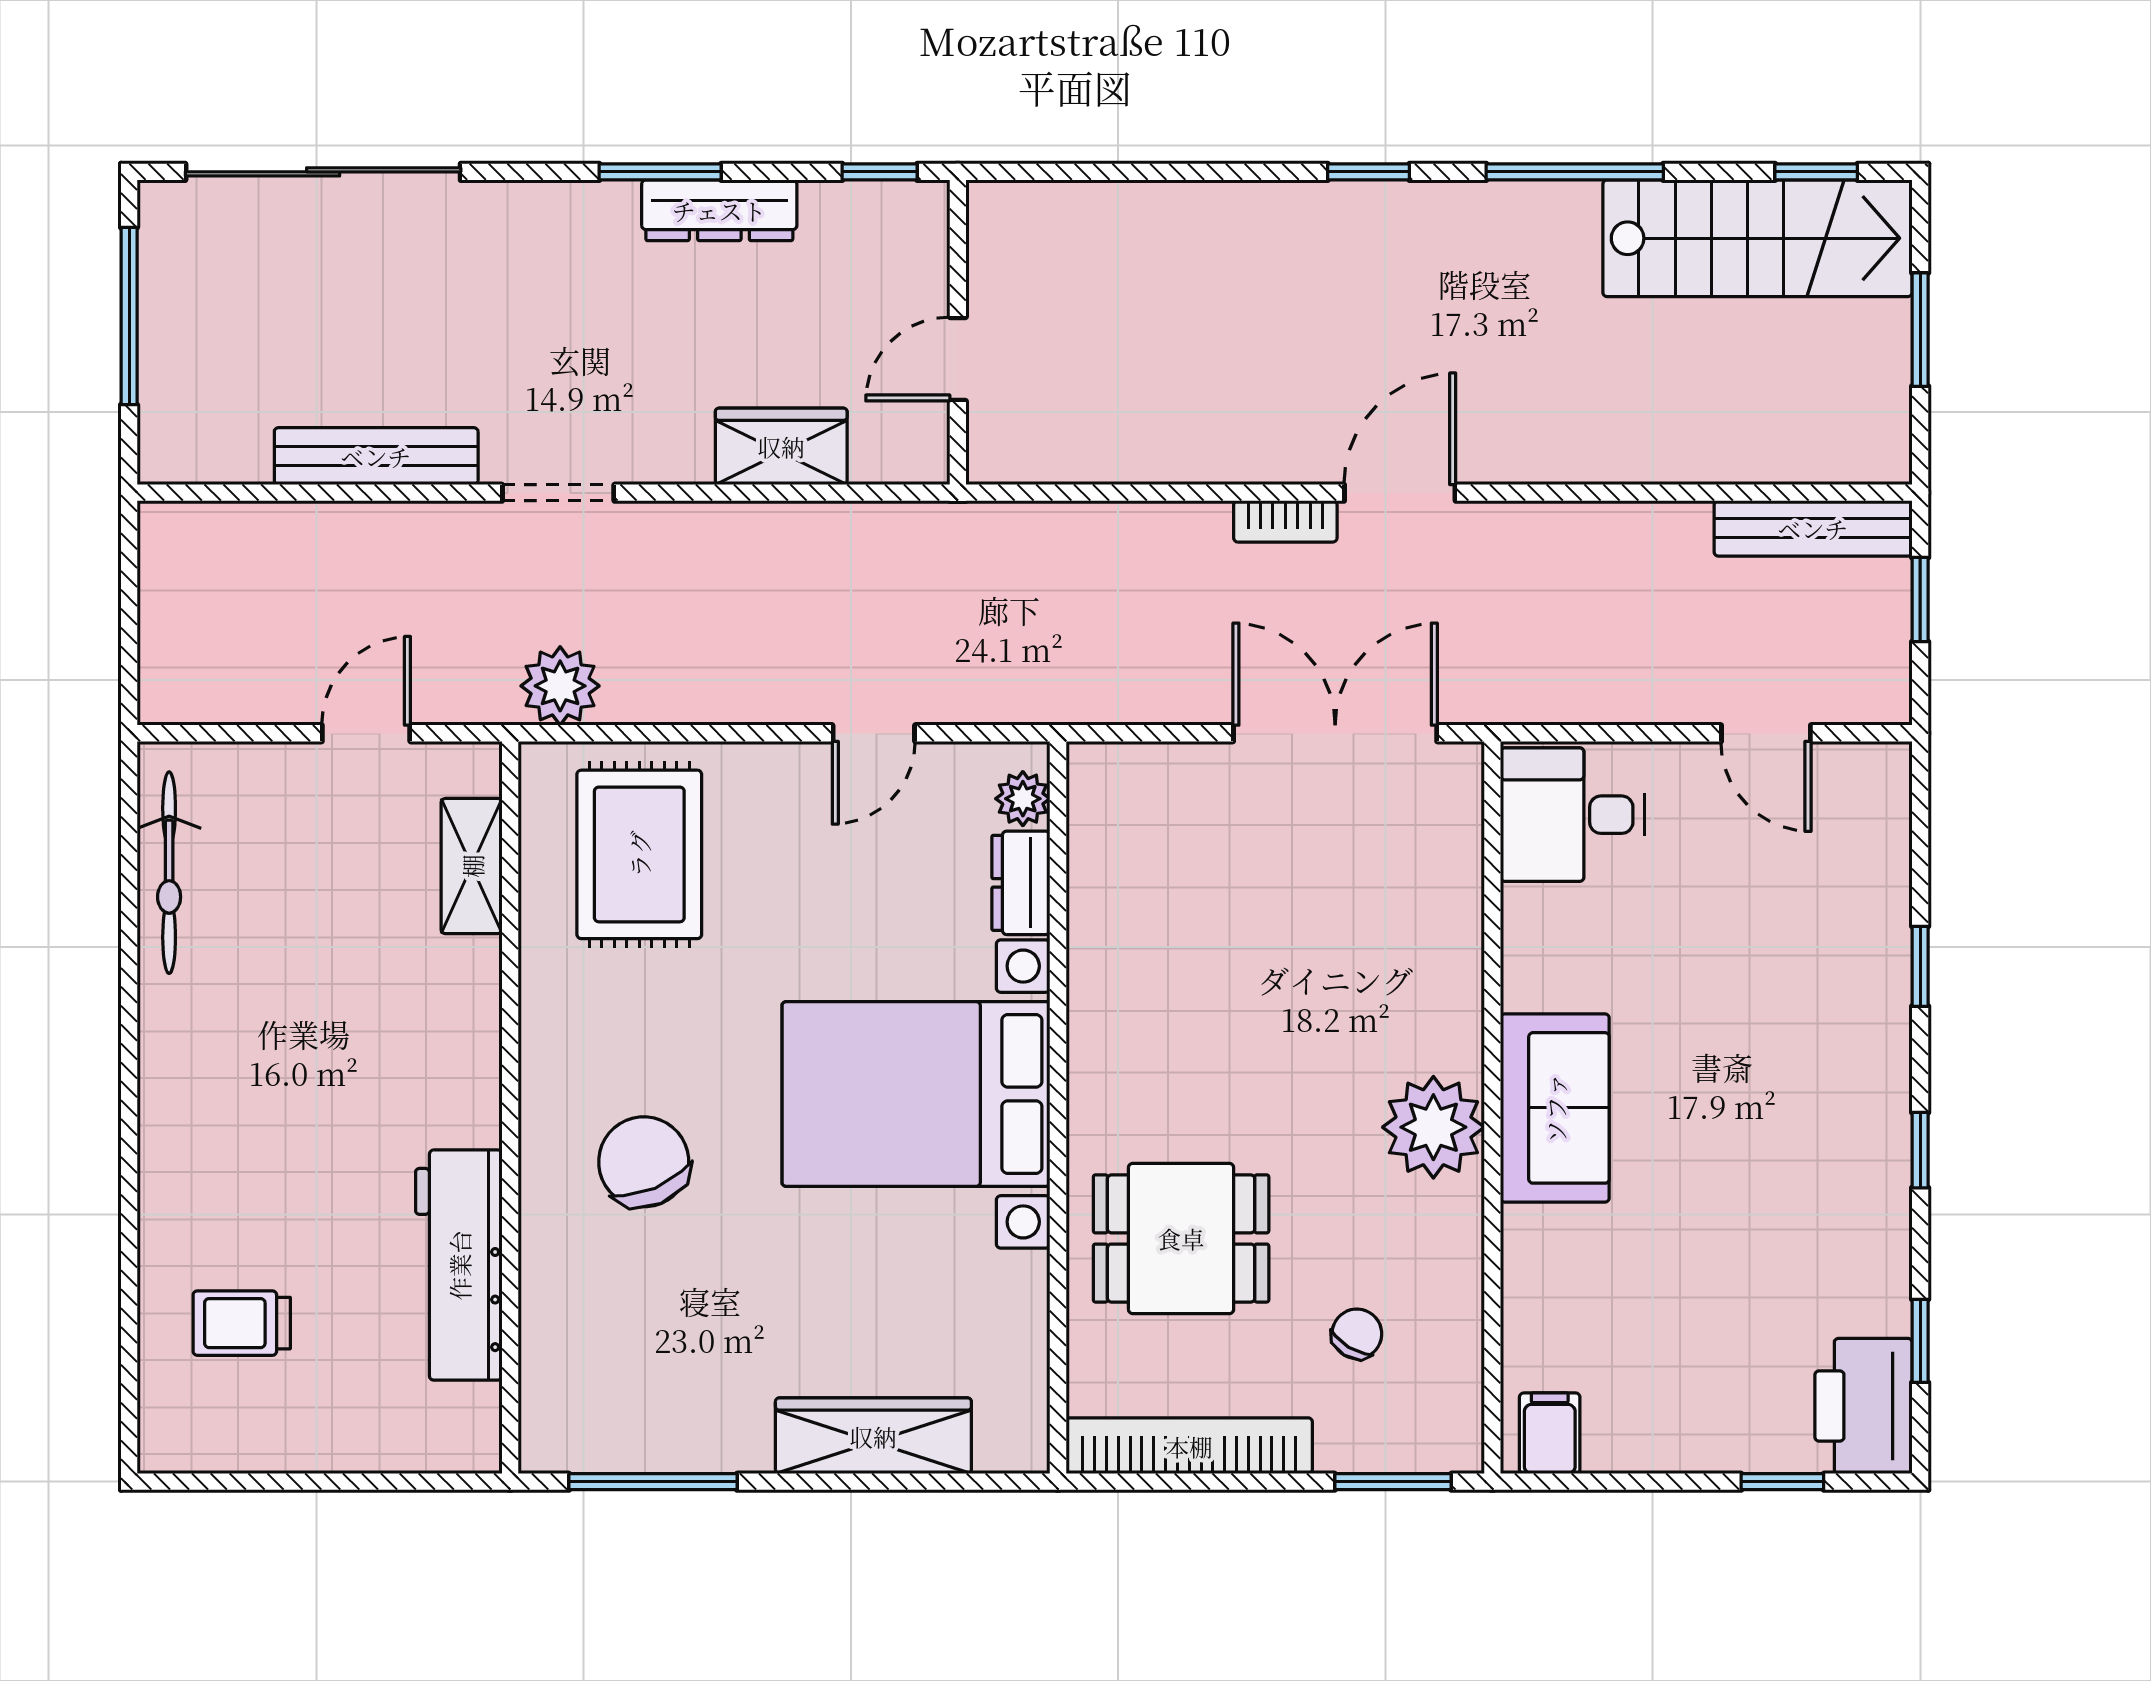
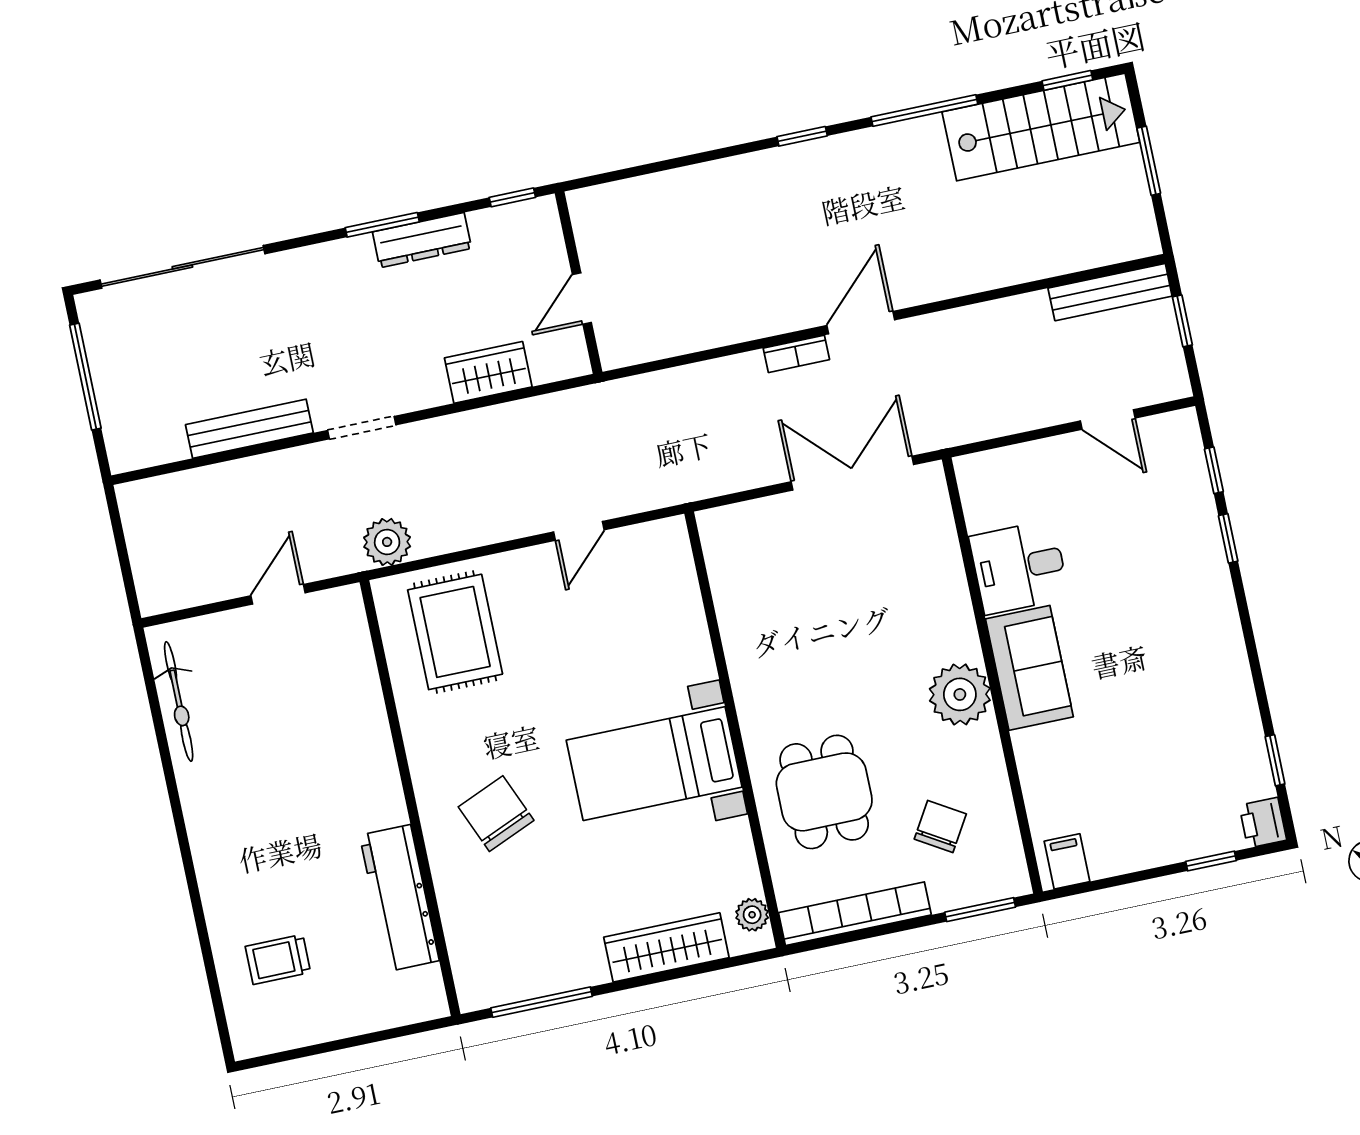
plant: (1023, 799) -> (752, 915), moved
desk: (1572, 815) -> (1019, 567), moved
shelving: (472, 866) -> (357, 660), removed
dresser: (1021, 883) -> (685, 601), removed
bed with nightstands: (916, 1094) -> (654, 764), width x0.73
window: (1920, 1150) -> (1214, 470), moved
dining table: (1181, 1238) -> (824, 792), turned 90
chair: (1357, 1334) -> (940, 826), width x1.37, depth x1.37
printer: (1863, 1406) -> (1263, 823), width x0.53, depth x0.68

